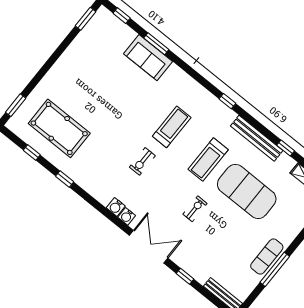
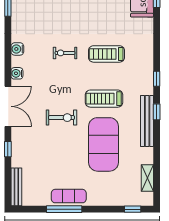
treadmill: (172, 127) -> (106, 54), turned 180
window: (286, 148) -> (157, 112), moved
water cooler: (116, 207) -> (17, 49), moved
exercise bike: (195, 209) -> (61, 118), width x1.38, depth x1.39

